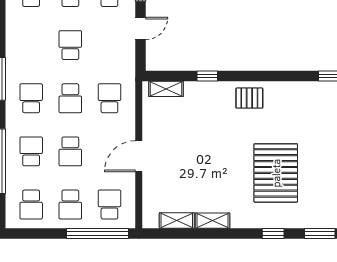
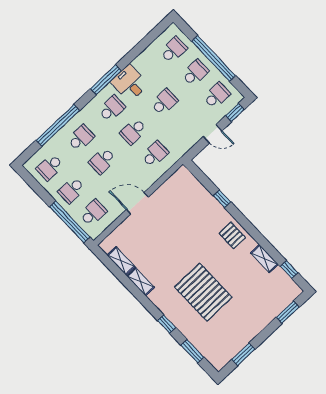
desk: (24, 60) -> (130, 83), added
shelving: (166, 89) -> (264, 259), moved
pallet: (276, 173) -> (203, 292), turned 90

